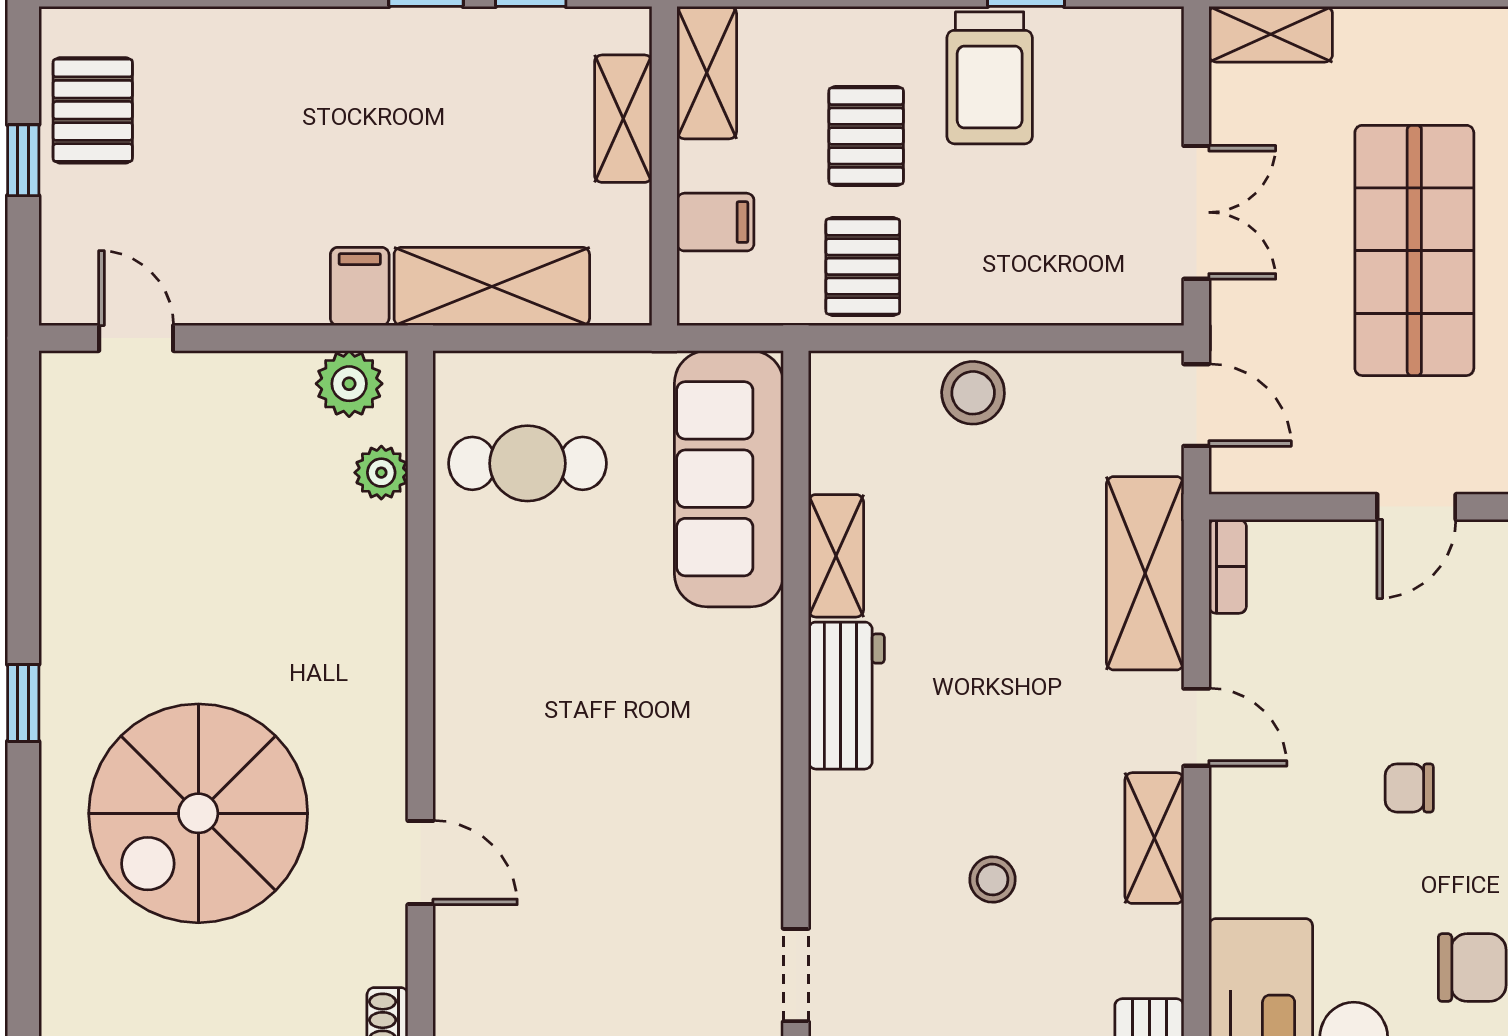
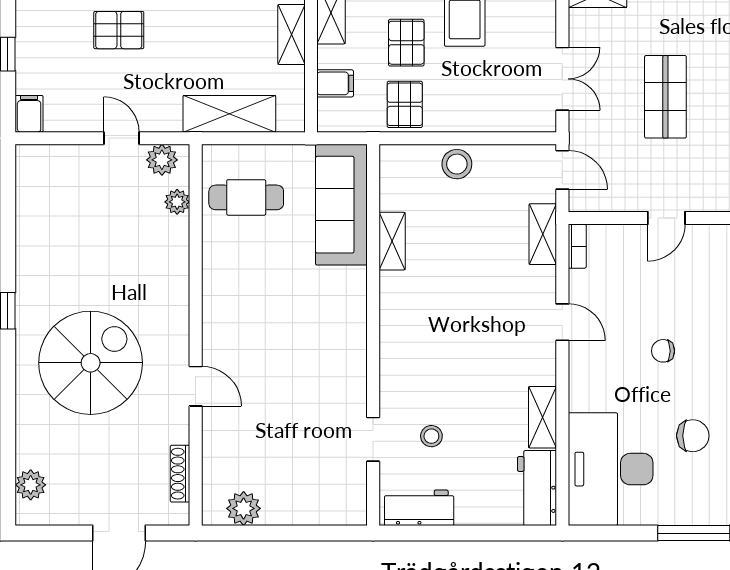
pallet: (93, 110) -> (119, 30), moved, turned 90
shop shelf: (1414, 250) -> (665, 97), width x0.70, depth x0.74
filing cabinet: (360, 286) -> (29, 114), moved
door: (136, 338) -> (121, 138), moved
shelving: (1145, 573) -> (543, 234), width x0.67, depth x0.75
workbench: (846, 696) -> (397, 307), removed
spiral stairs: (198, 813) -> (91, 363), turned 180
shelving: (1154, 838) -> (543, 417), moved
stool: (993, 880) -> (431, 436), moved

